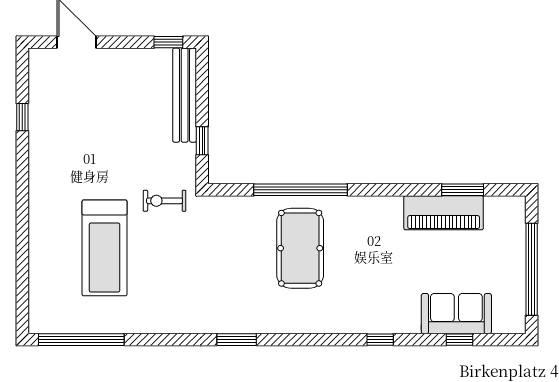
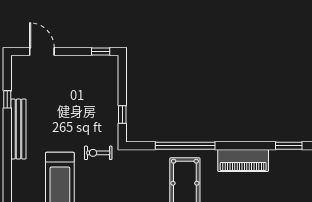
bench: (185, 95) -> (18, 129), moved
piano: (444, 213) -> (243, 161), moved

